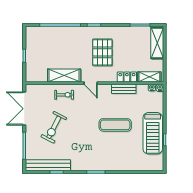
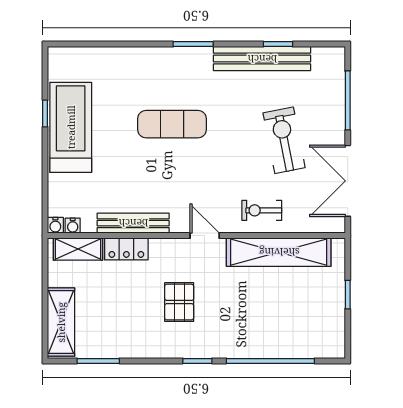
pallet: (102, 52) -> (179, 302), width x0.67, depth x0.71
shelving: (64, 75) -> (279, 252), width x1.47
bench: (124, 89) -> (133, 223), width x1.36
double door: (24, 109) -> (348, 181), swing flipped
exercise mat: (115, 125) -> (172, 124), moved
exercise bike: (54, 127) -> (284, 140), turned -38
bench: (48, 165) -> (262, 59), moved

